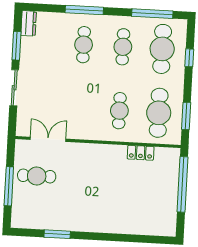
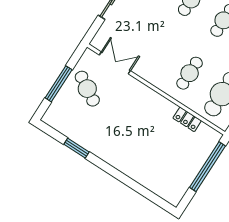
cafe table: (37, 176) -> (87, 89), turned 31

